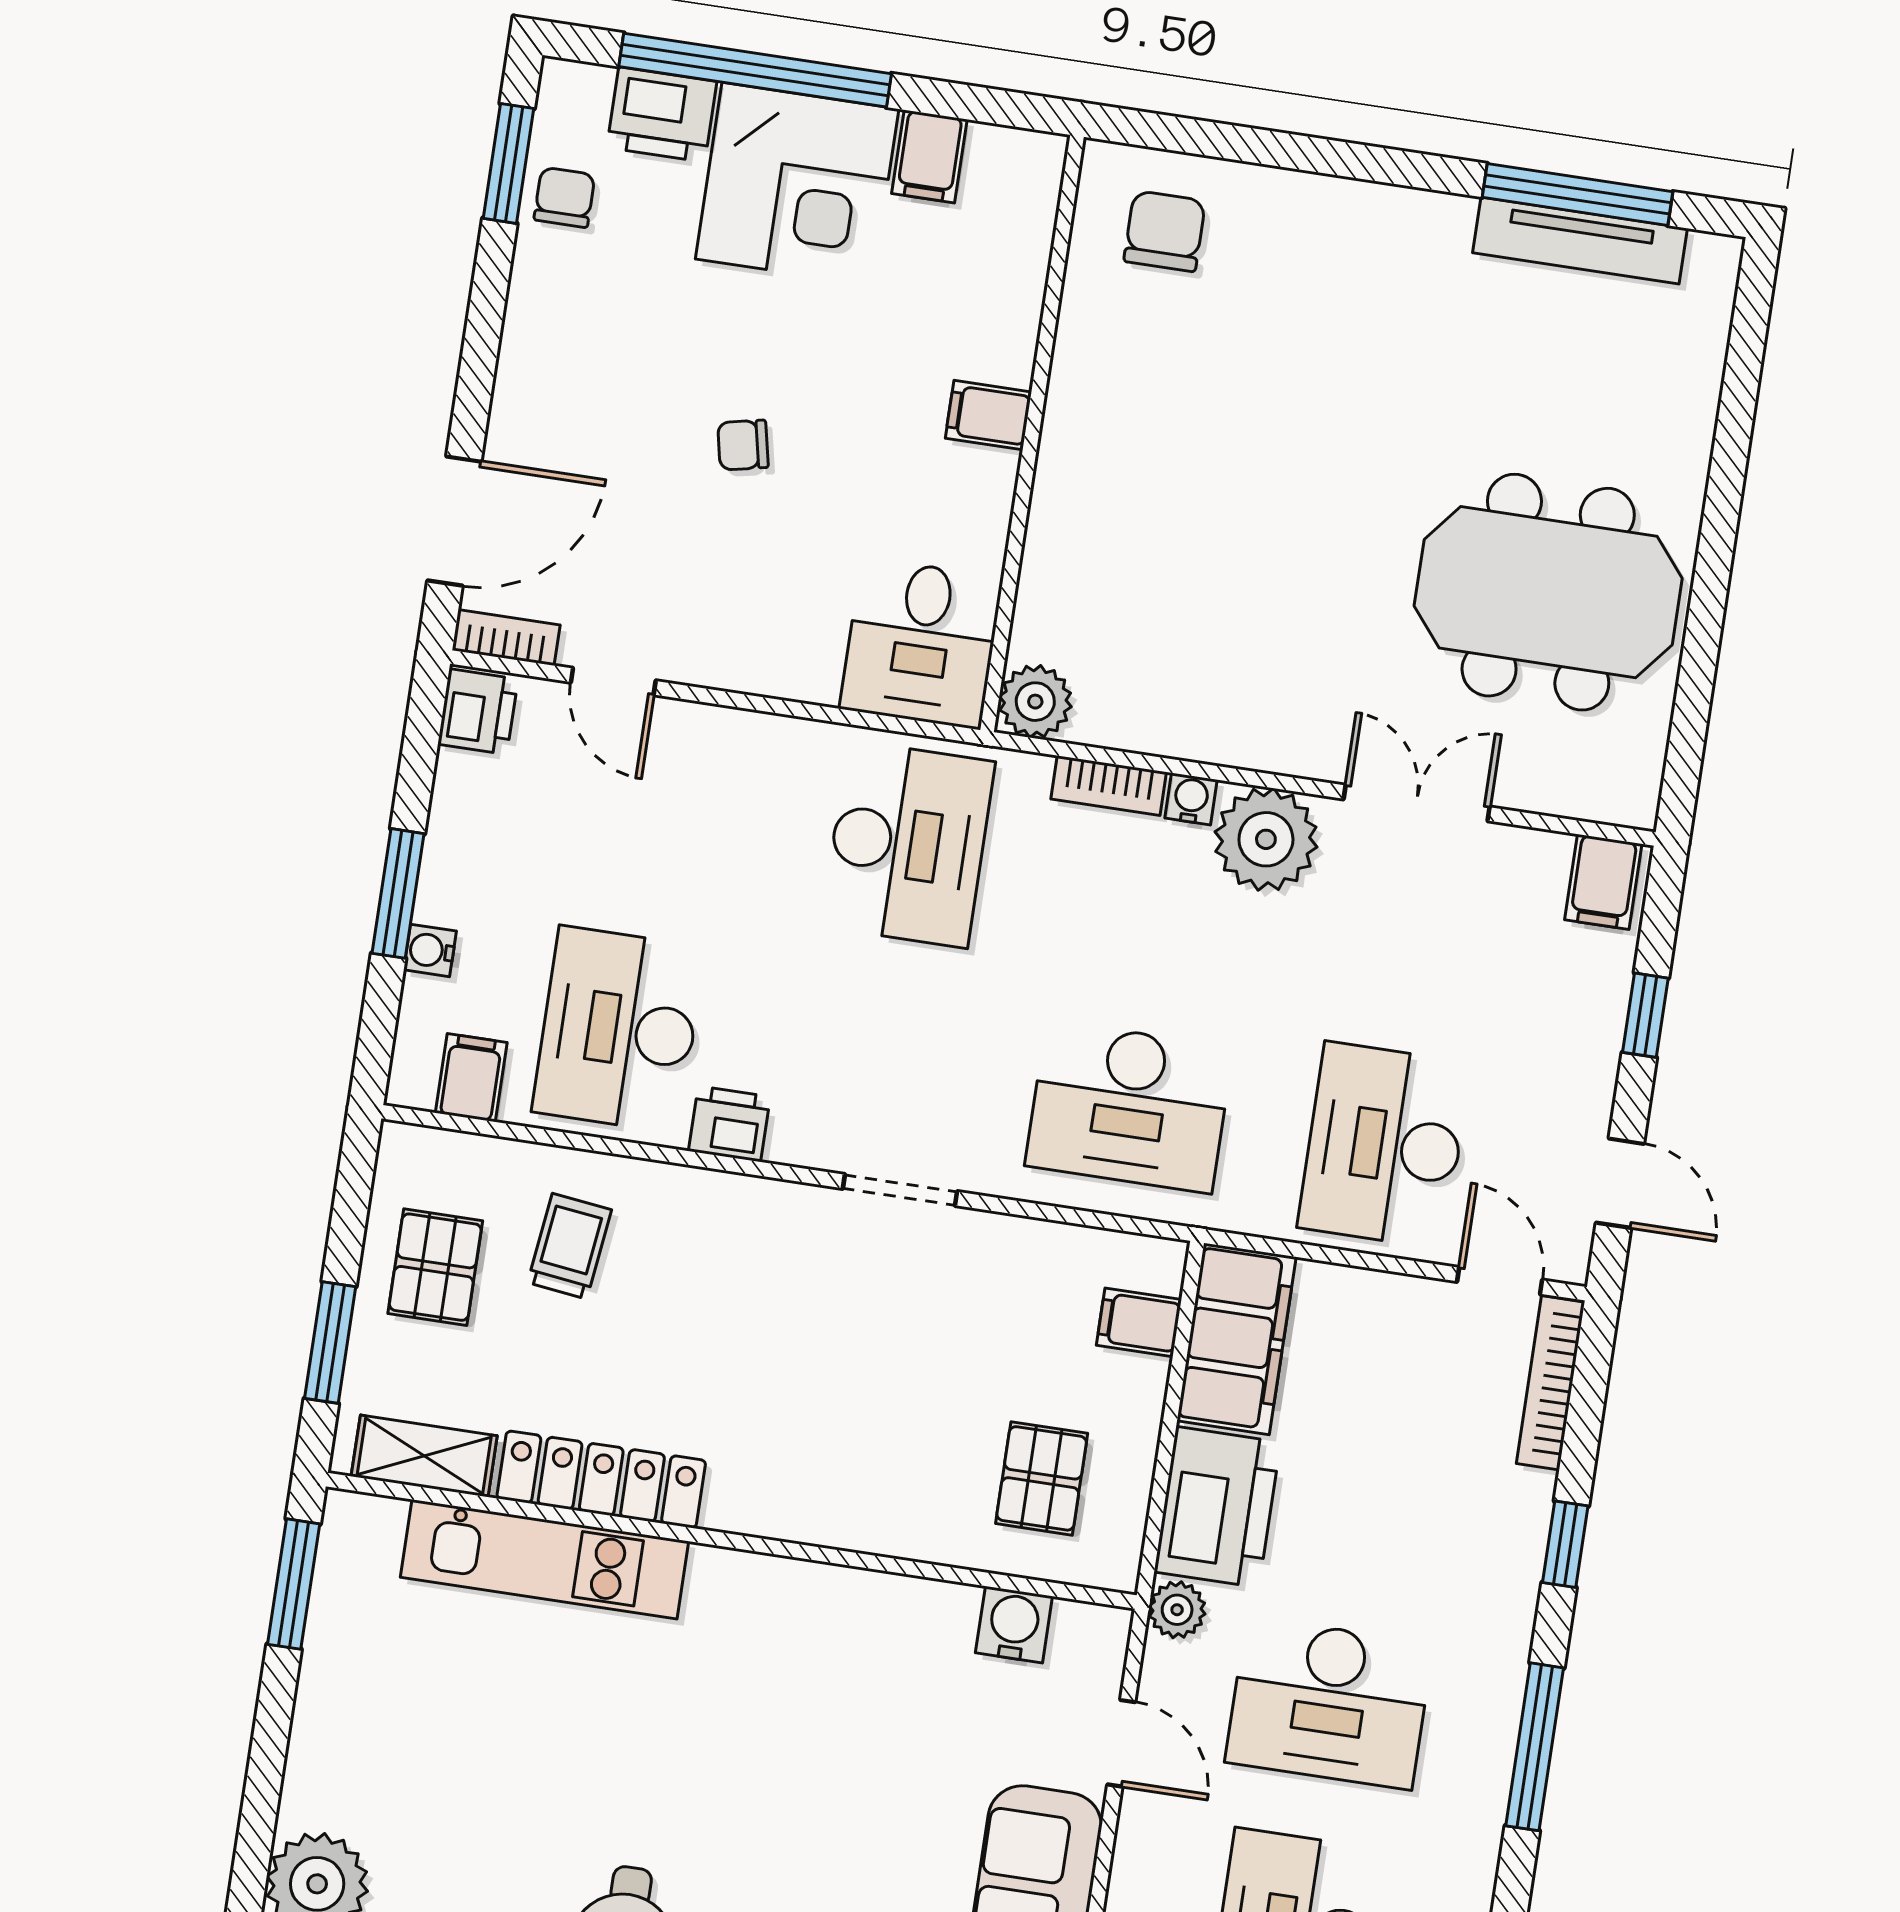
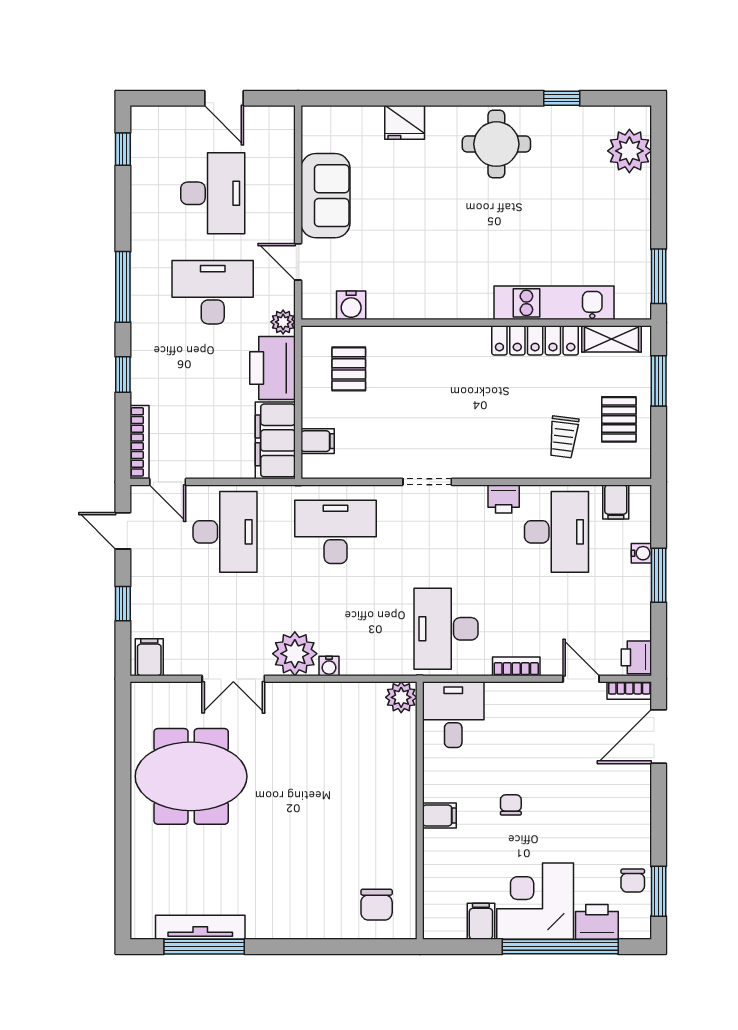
chair: (743, 445) -> (511, 805), moved, turned -78
bookcase: (1109, 786) -> (516, 666), moved

